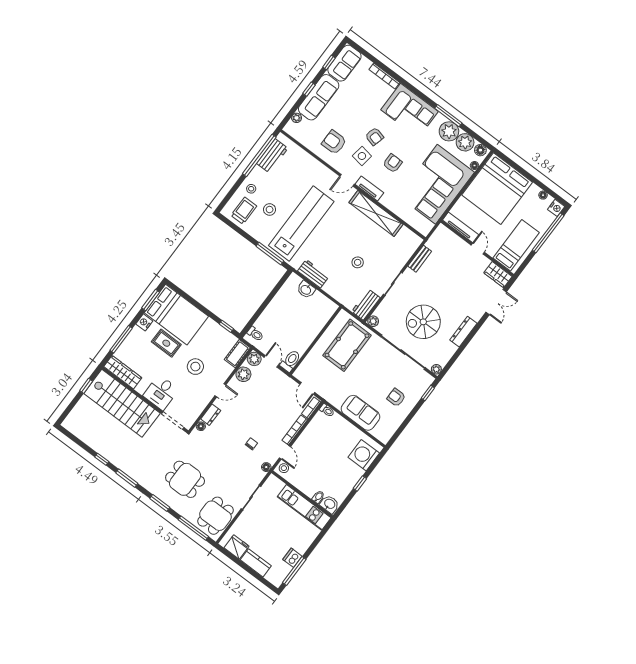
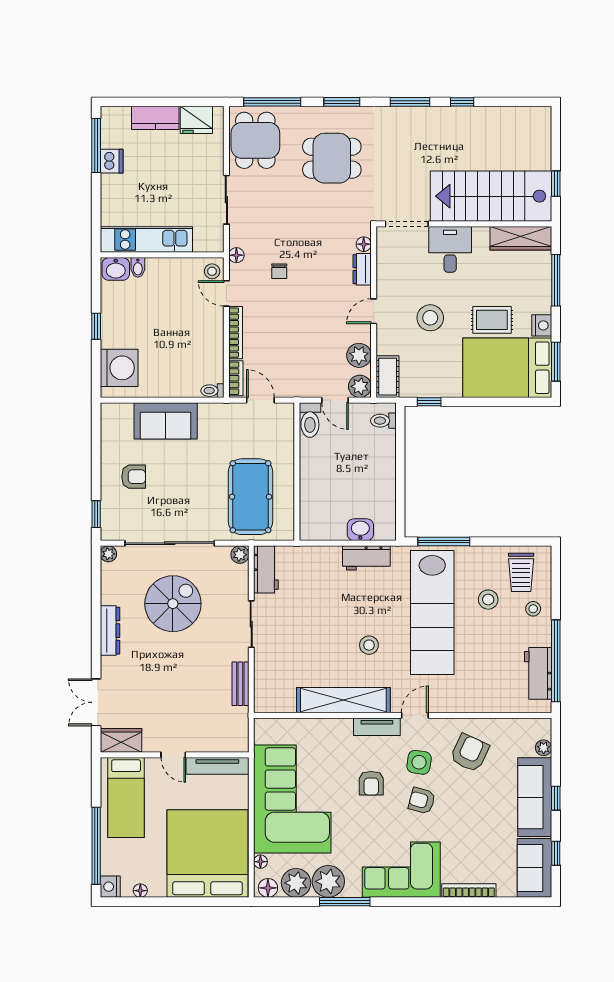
armchair: (334, 142) -> (470, 753), turned -65
stool: (358, 262) -> (369, 645), moved

